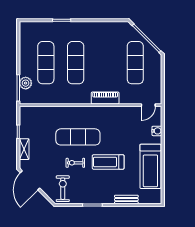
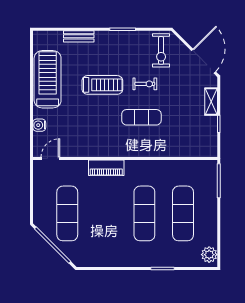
plant: (26, 83) -> (209, 255), moved
exercise mat: (78, 137) -> (141, 117), width x0.73, depth x0.69

